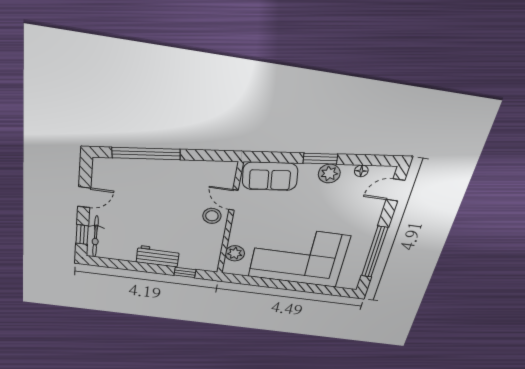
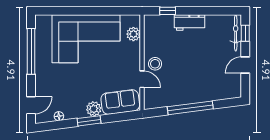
window: (146, 154) -> (190, 108), moved
plant: (329, 174) -> (94, 109), moved

